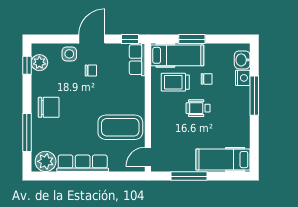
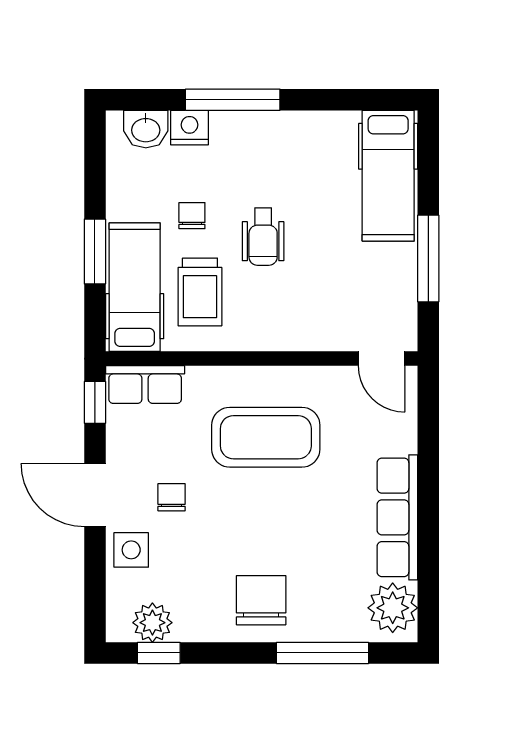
coffee table: (120, 127) -> (266, 437), moved, turned 90

